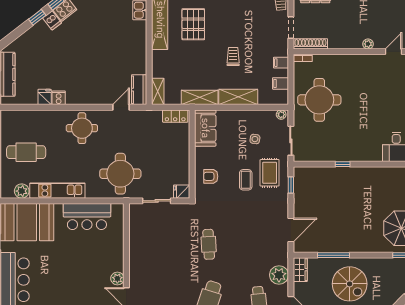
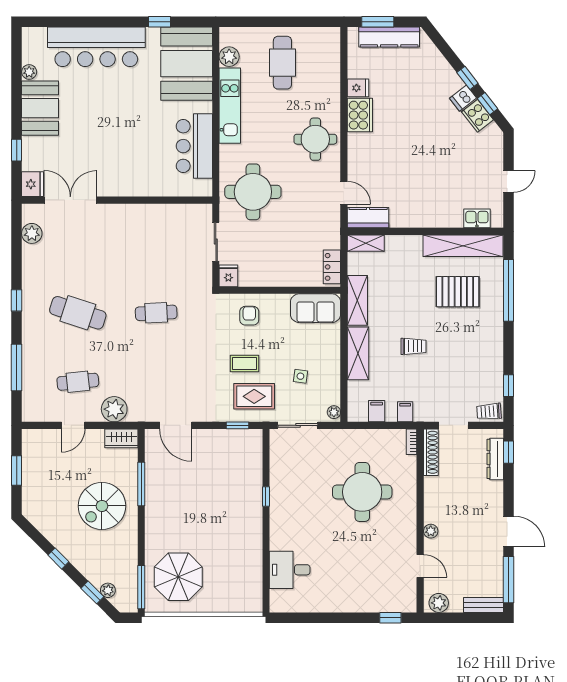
cooker: (59, 98) -> (360, 115), width x1.87, depth x1.31
round table: (319, 100) -> (362, 492), moved
plant: (117, 278) -> (109, 188), removed

